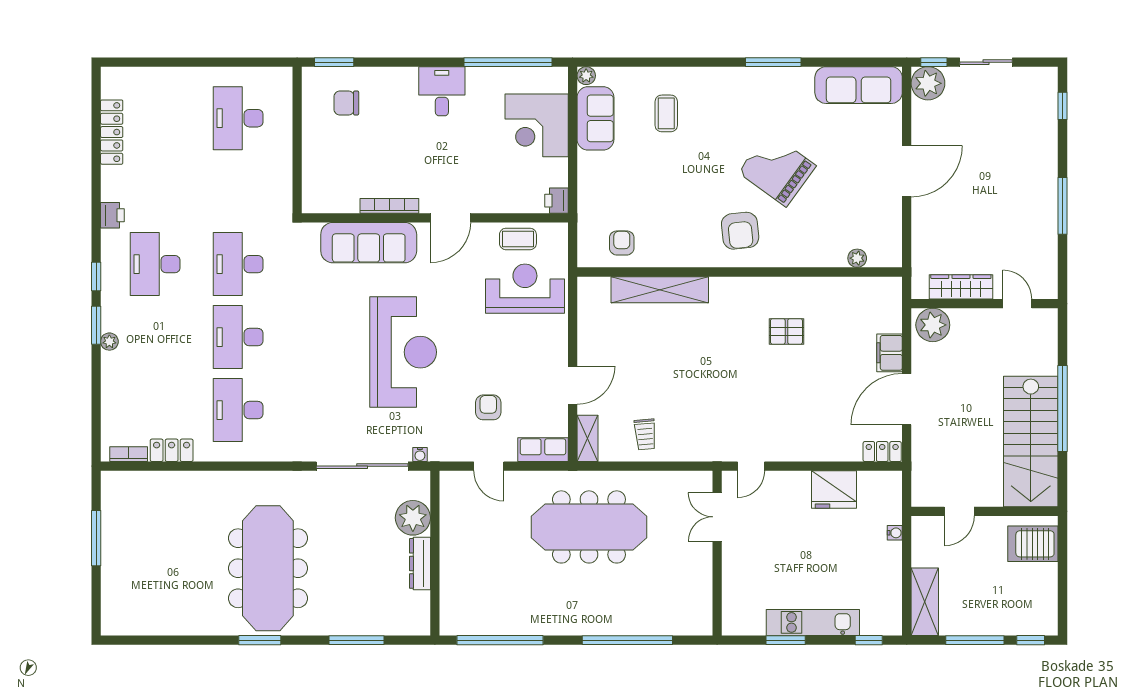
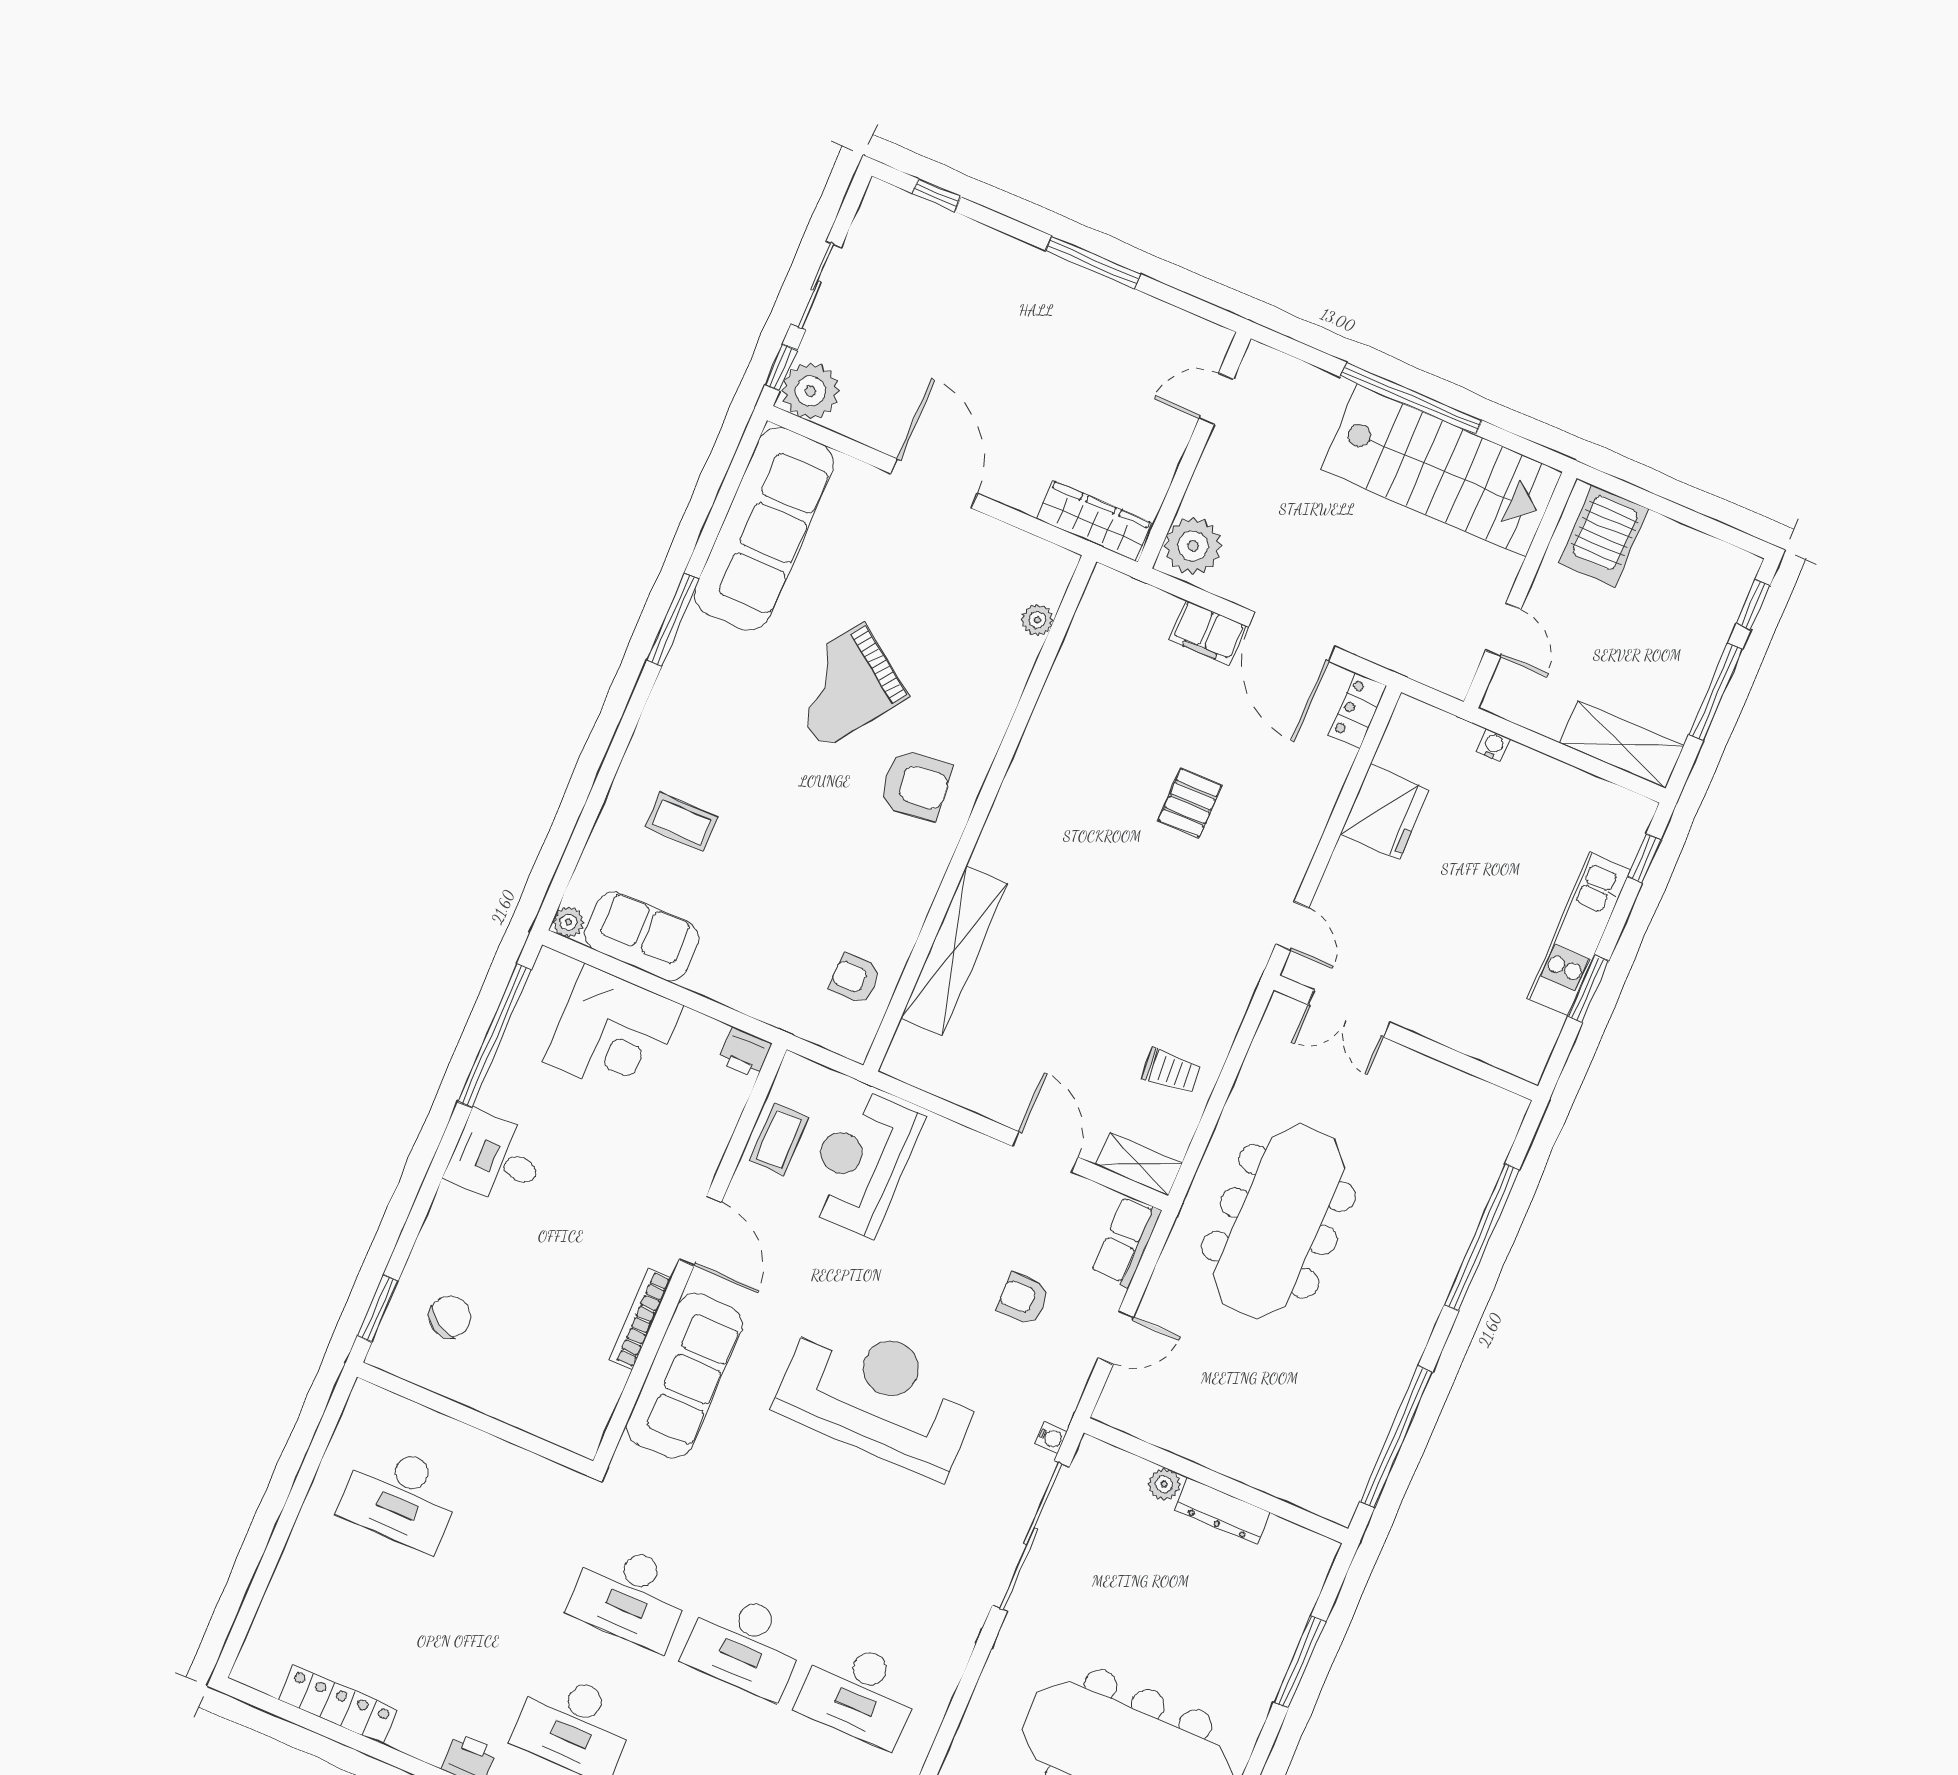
sofa: (859, 85) -> (764, 529), width x1.36, depth x1.27
chair: (346, 103) -> (450, 1317), turned -148
wardrobe: (961, 287) -> (1094, 521), moved, turned 90
pallet: (786, 331) -> (1190, 803), moved
plant: (413, 518) -> (1164, 1484), width x0.53, depth x0.53

